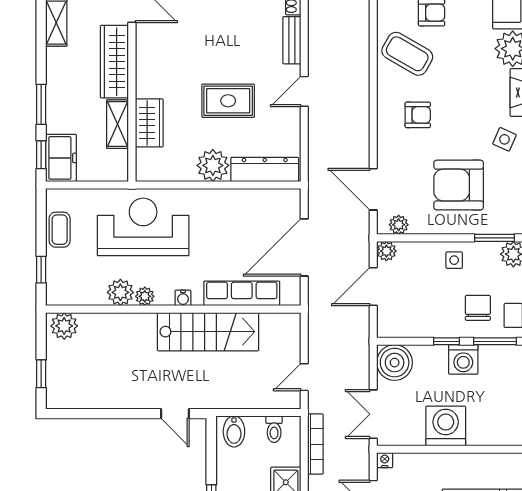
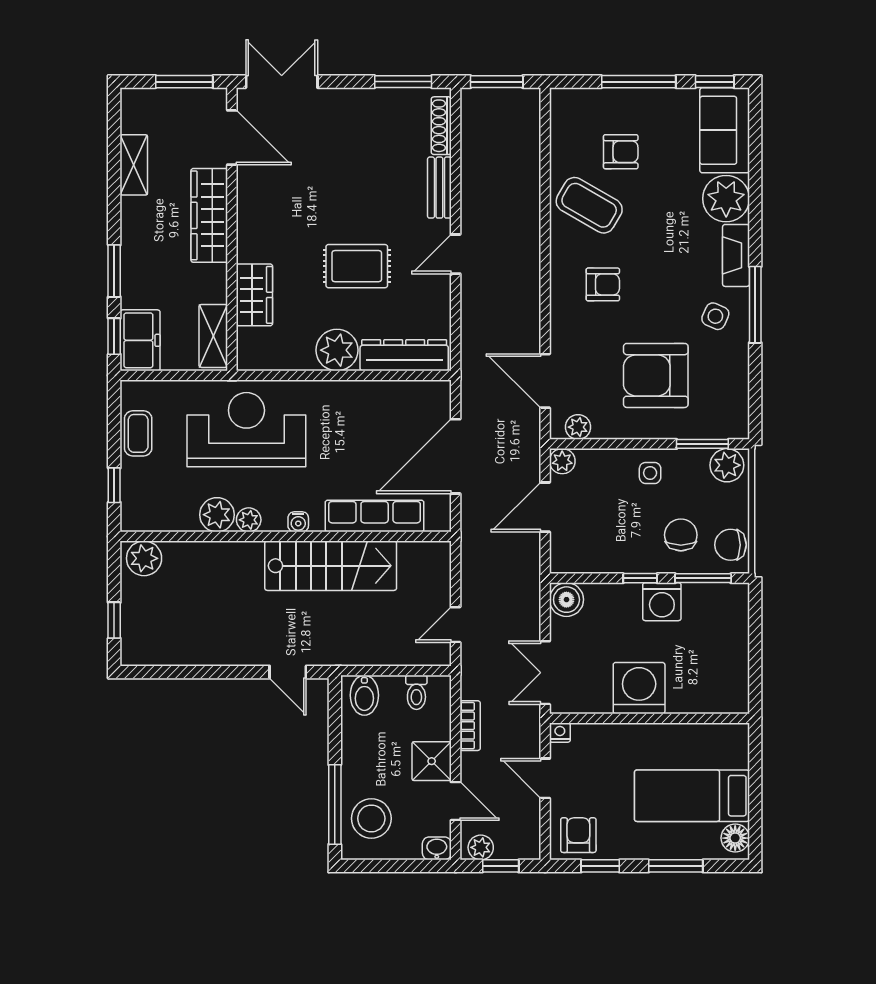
shelving: (118, 124) -> (213, 336), moved
boiler: (395, 363) -> (566, 600), width x0.73, depth x0.73
bookcase: (315, 444) -> (470, 726), width x0.64

